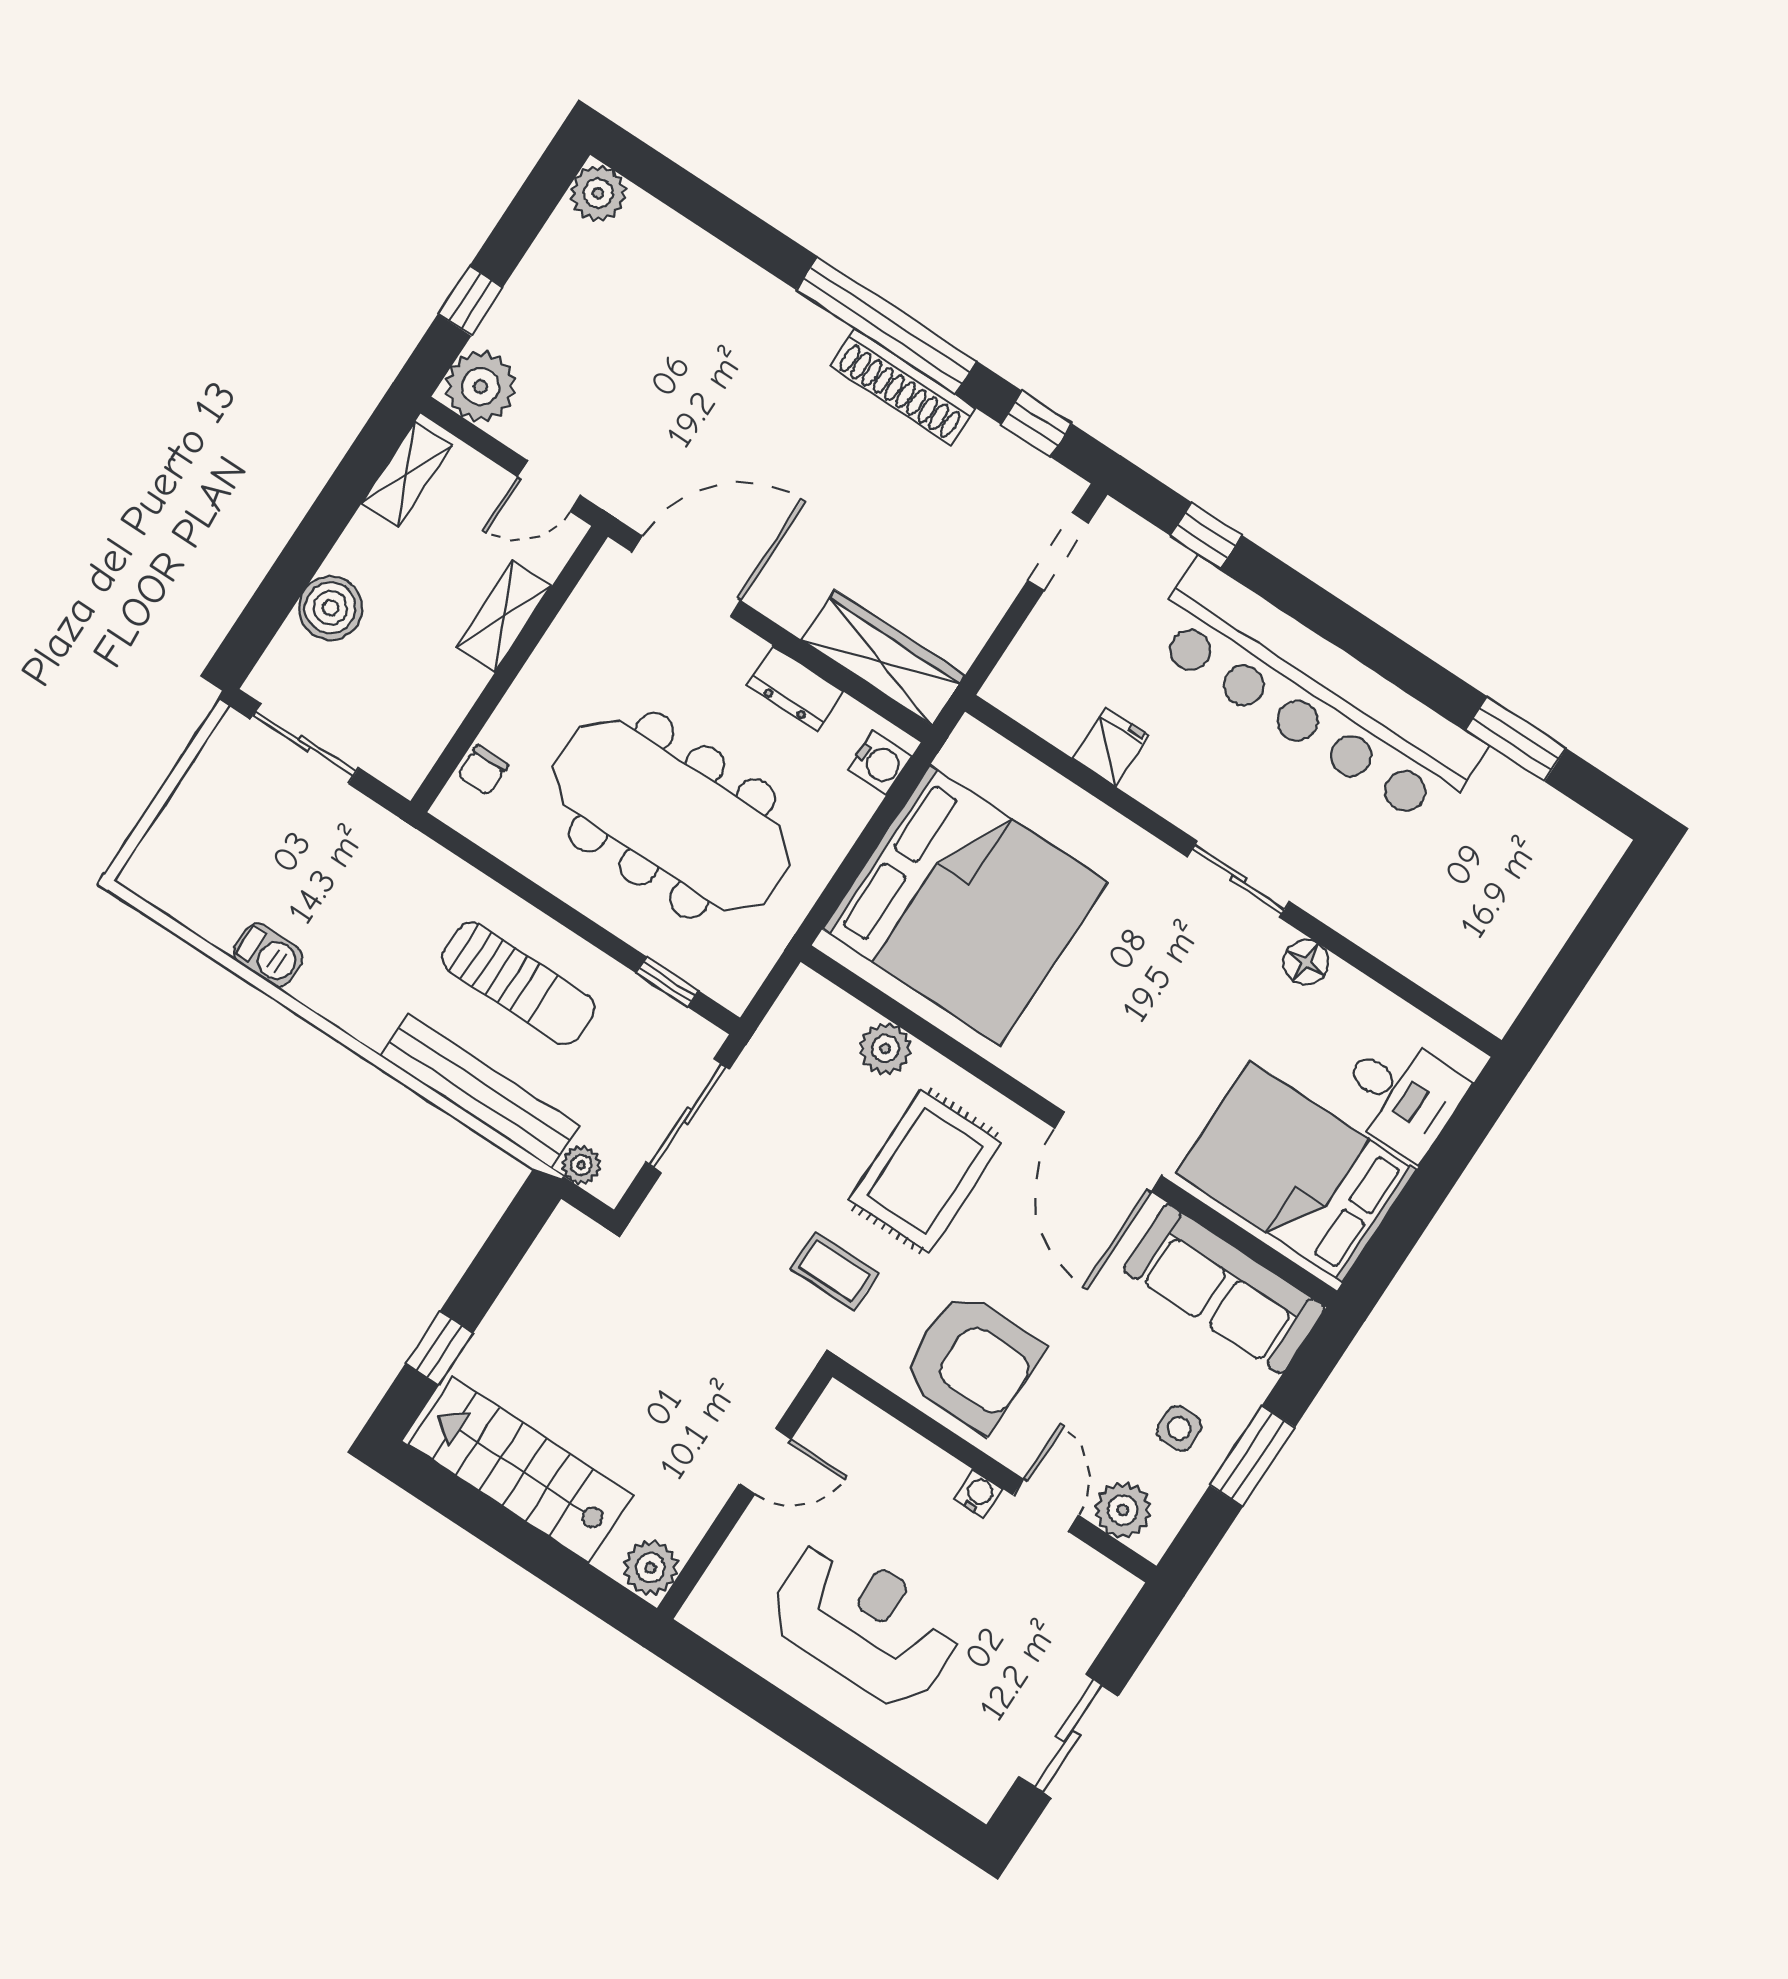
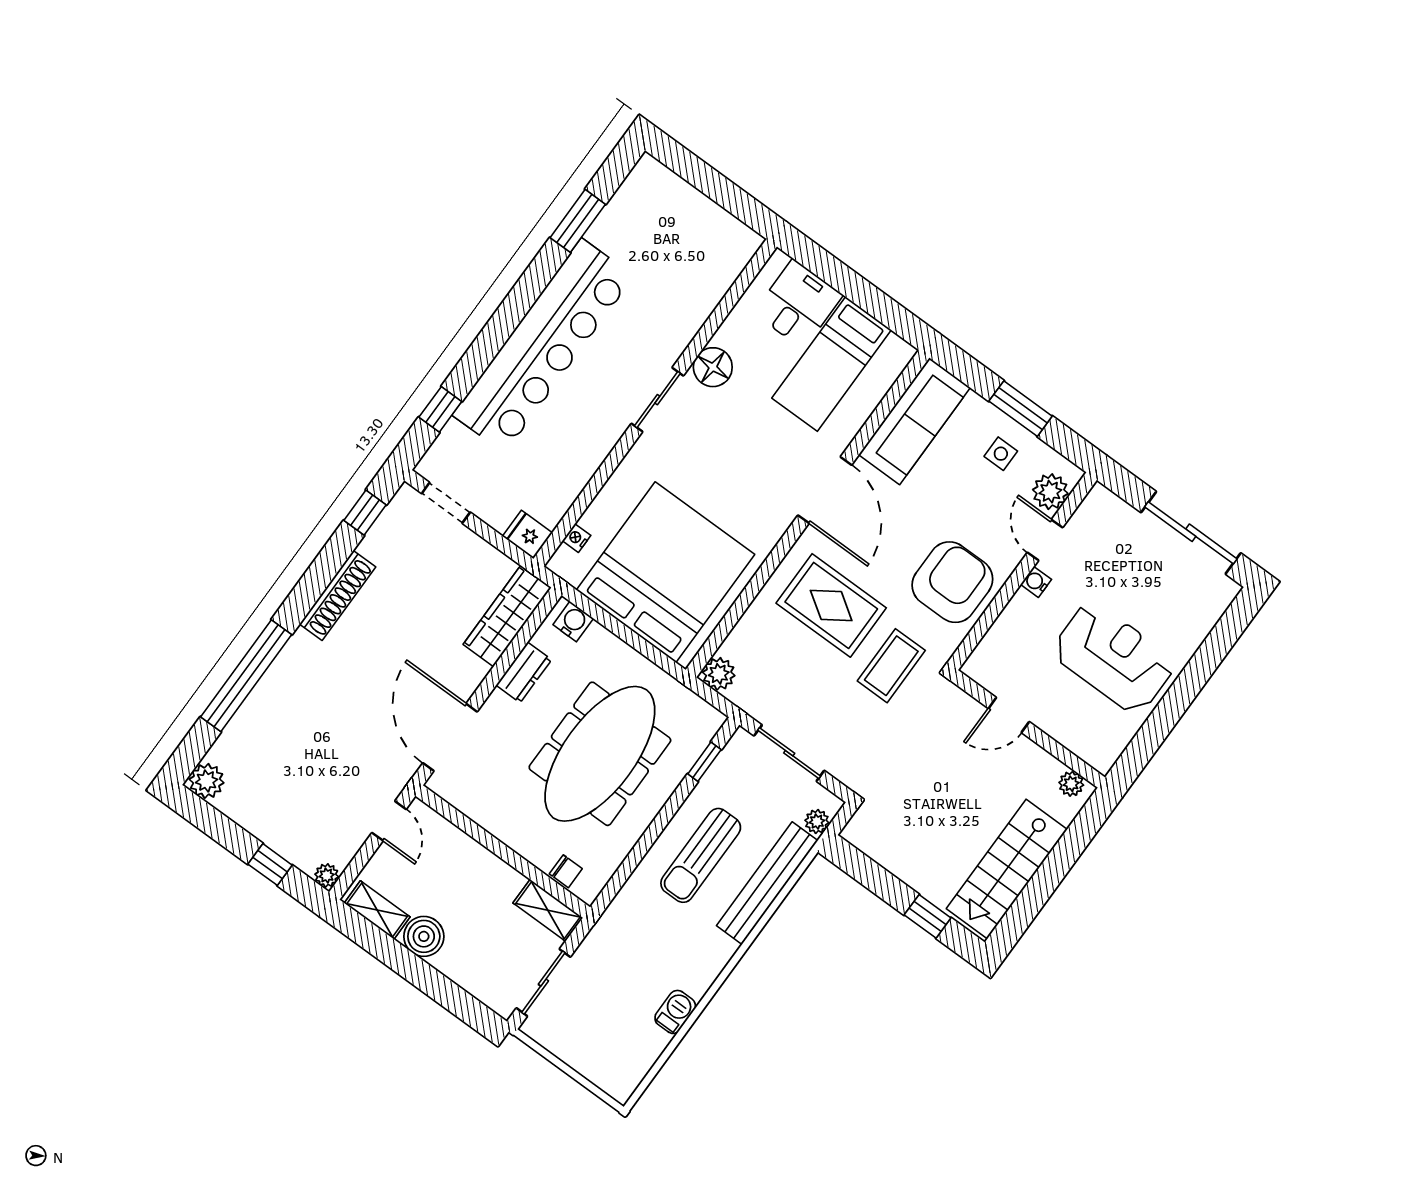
window: (886, 326) -> (246, 676), moved
plant: (481, 387) -> (327, 876), width x0.53, depth x0.53
boiler: (331, 608) -> (424, 936), moved
shelving: (504, 617) -> (548, 910), moved
fridge: (1111, 747) -> (527, 534), moved
nightstand: (1012, 762) -> (577, 538), added
floor lamp: (1306, 962) -> (713, 367), width x1.38, depth x1.38
sun lounger: (518, 983) -> (701, 855), turned 180
plant: (885, 1049) -> (719, 674), moved
door: (1108, 1152) -> (825, 490), hinge flipped
bed: (1296, 1172) -> (831, 364), width x0.67
coffee table: (834, 1271) -> (891, 666), width x1.36, depth x1.30
door: (765, 1461) -> (1009, 715), swing flipped
door: (1046, 1505) -> (1045, 540), hinge flipped
plant: (651, 1568) -> (1071, 784), width x0.73, depth x0.73
reception desk: (864, 1623) -> (1114, 658), turned 90
sliding door: (1068, 1736) -> (1191, 533), width x1.37

